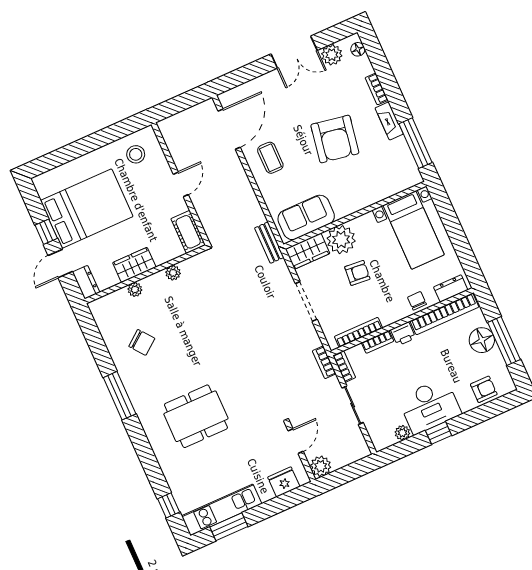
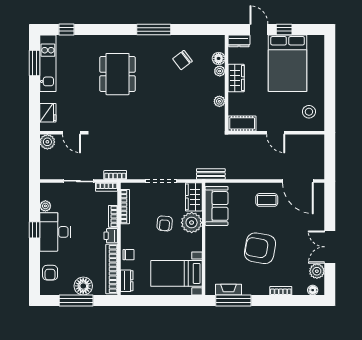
fireplace: (389, 121) -> (228, 290), moved
floor lamp: (120, 298) -> (219, 58), added

